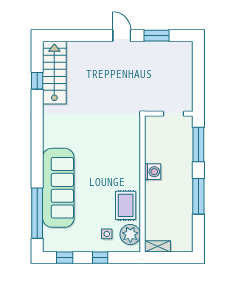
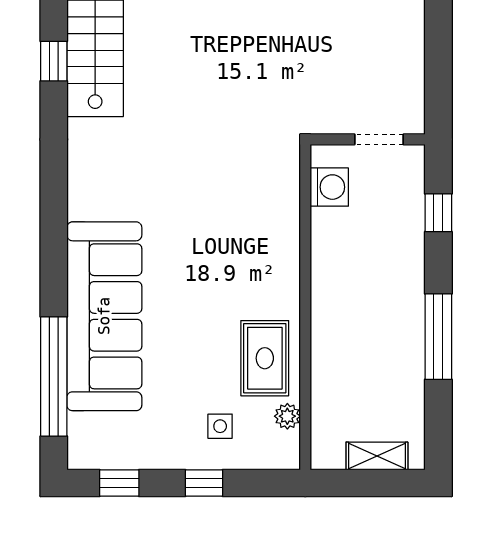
window: (198, 144) -> (438, 213), width x0.46
washing machine: (153, 172) -> (329, 187), moved
plant: (130, 234) -> (287, 416), width x0.53, depth x0.53
shelving: (158, 246) -> (377, 456), moved

